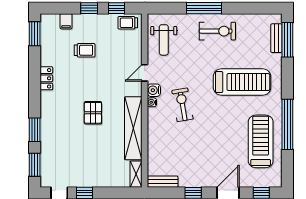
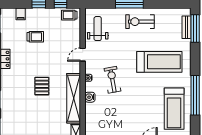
exercise bike: (217, 31) -> (140, 22), turned 180
weight bench: (164, 40) -> (98, 29), turned 180
water cooler: (154, 90) -> (90, 97), moved
treadmill: (261, 141) -> (174, 109), turned 180

